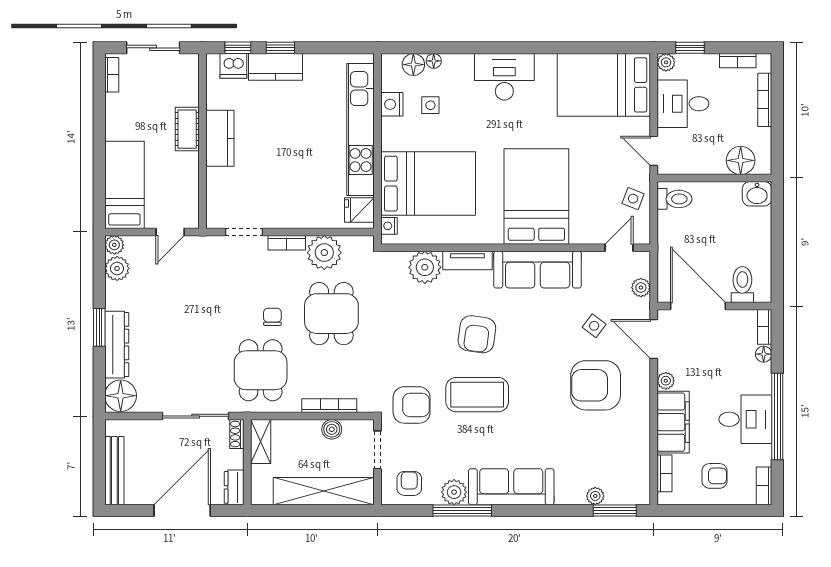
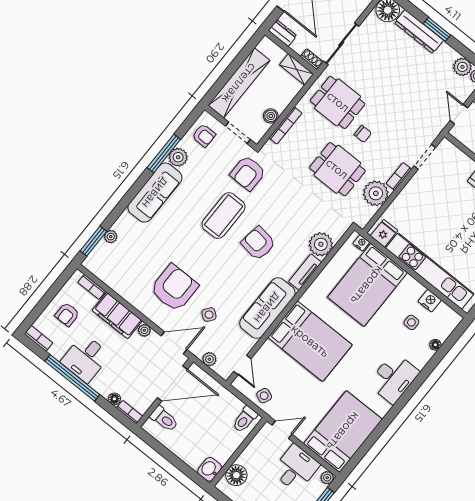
floor lamp: (413, 65) -> (443, 331), removed

